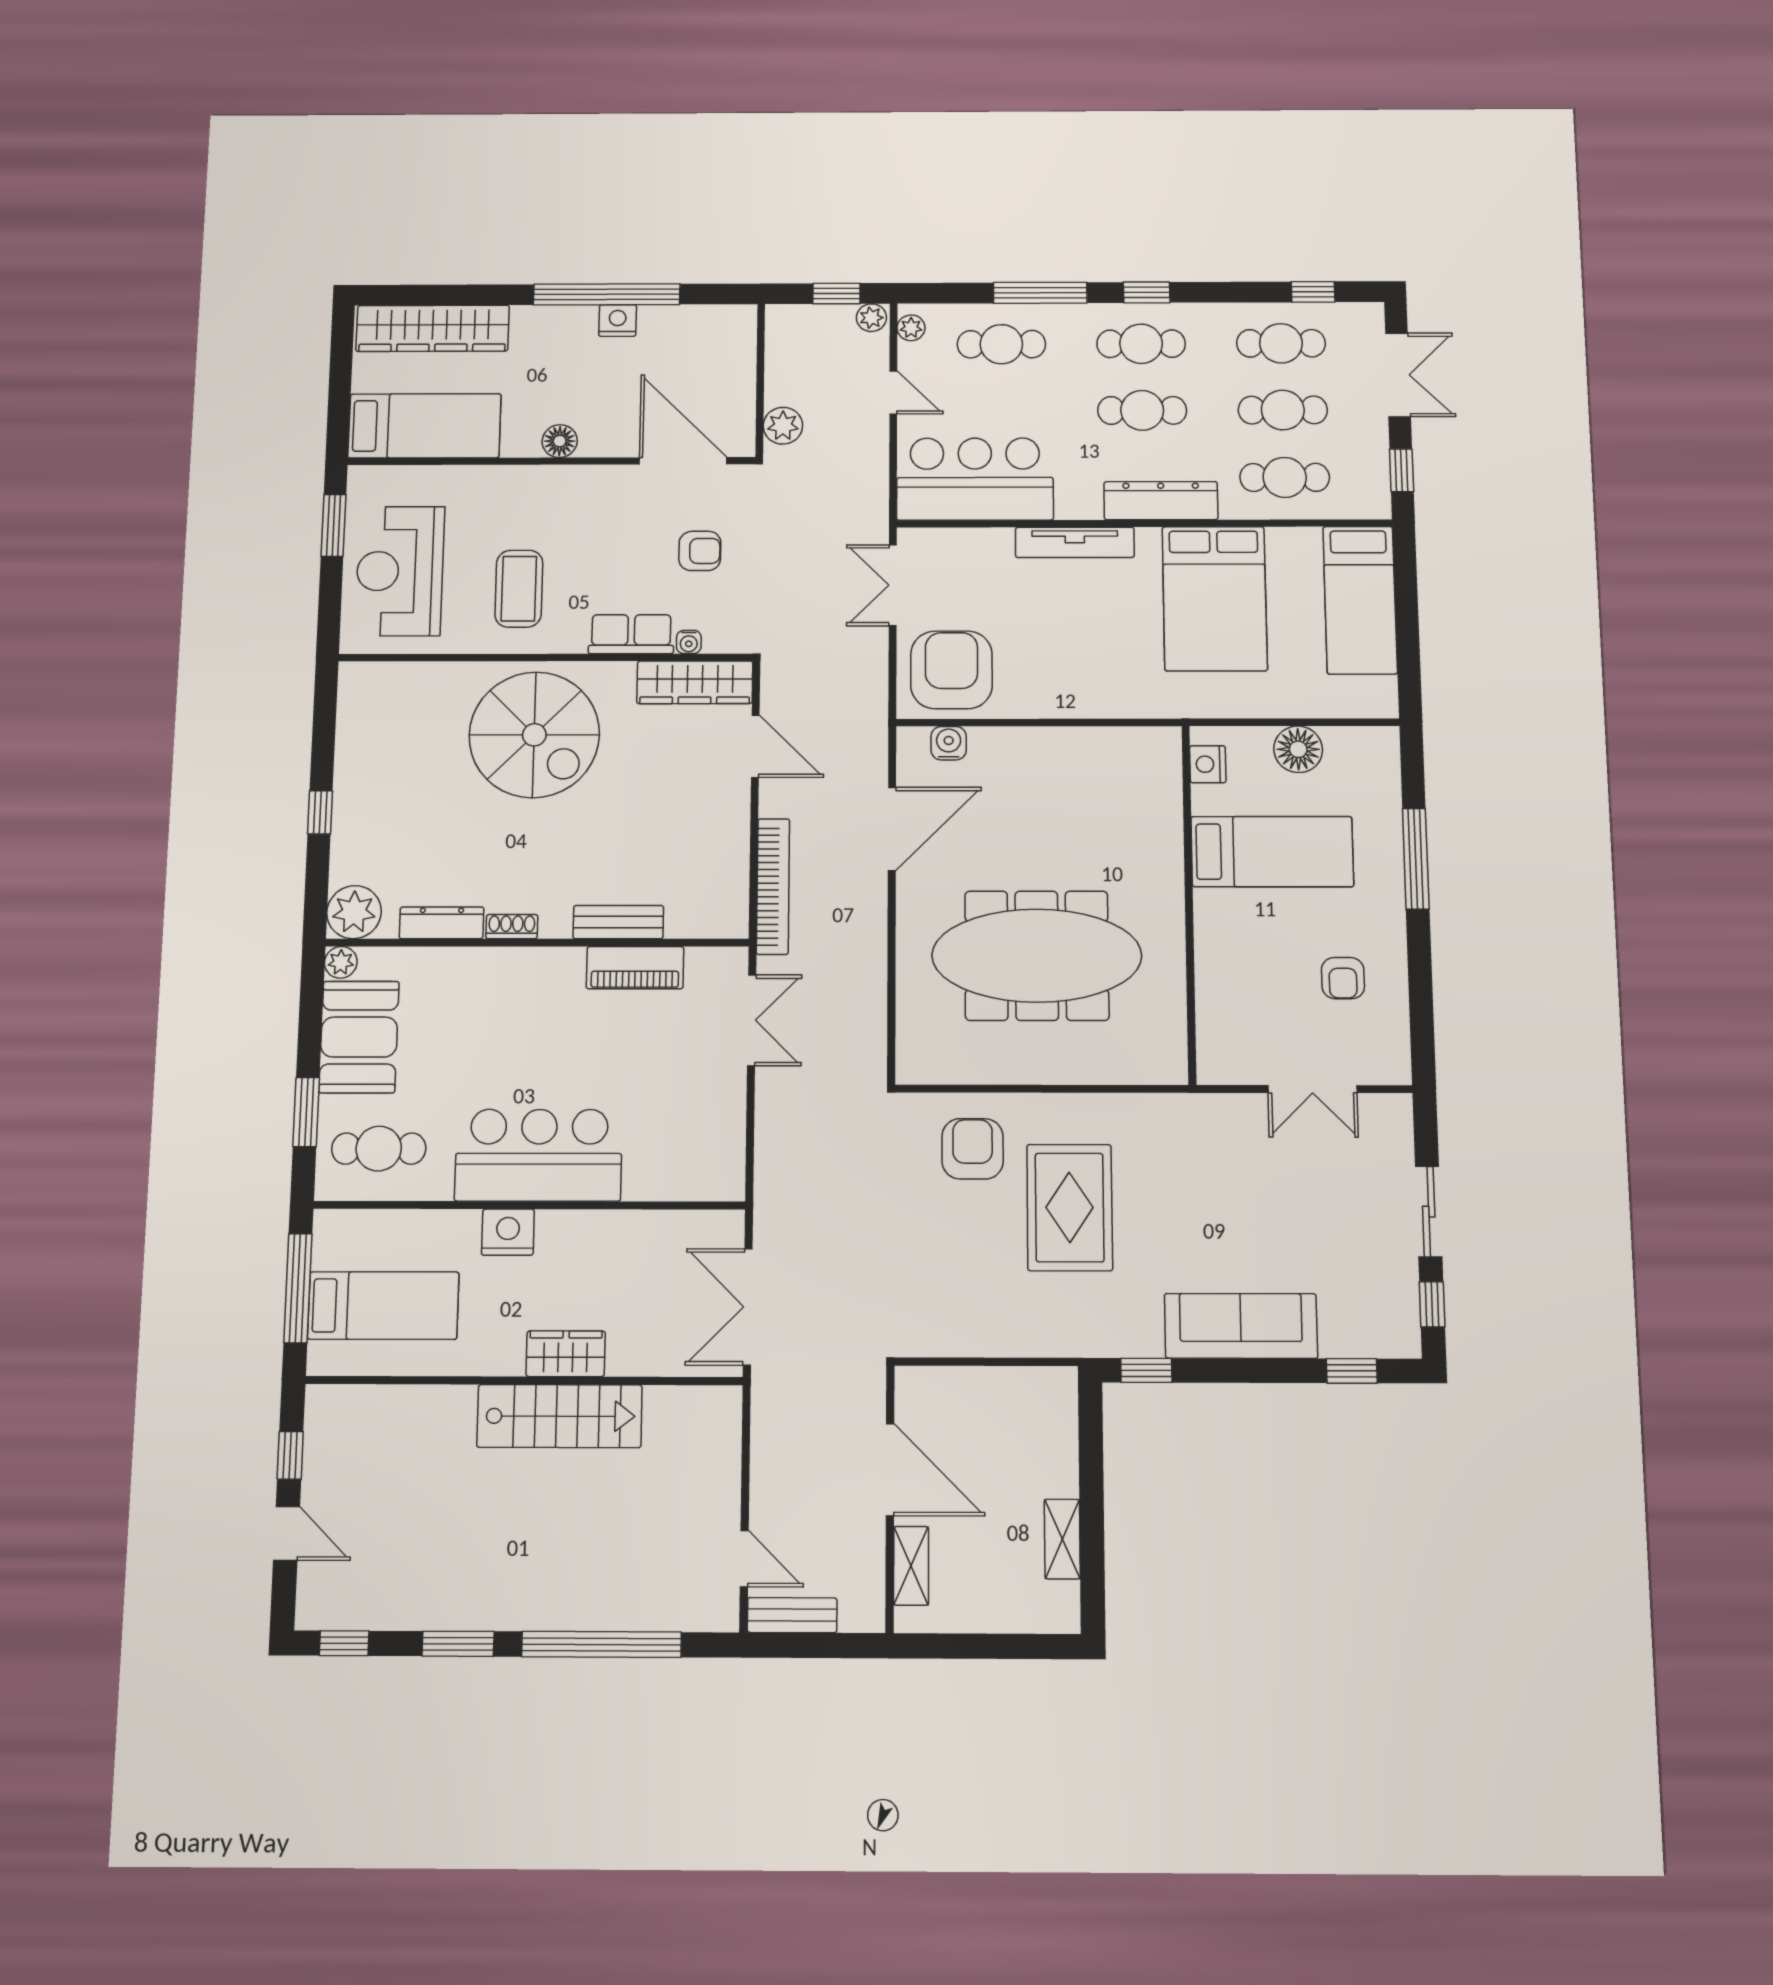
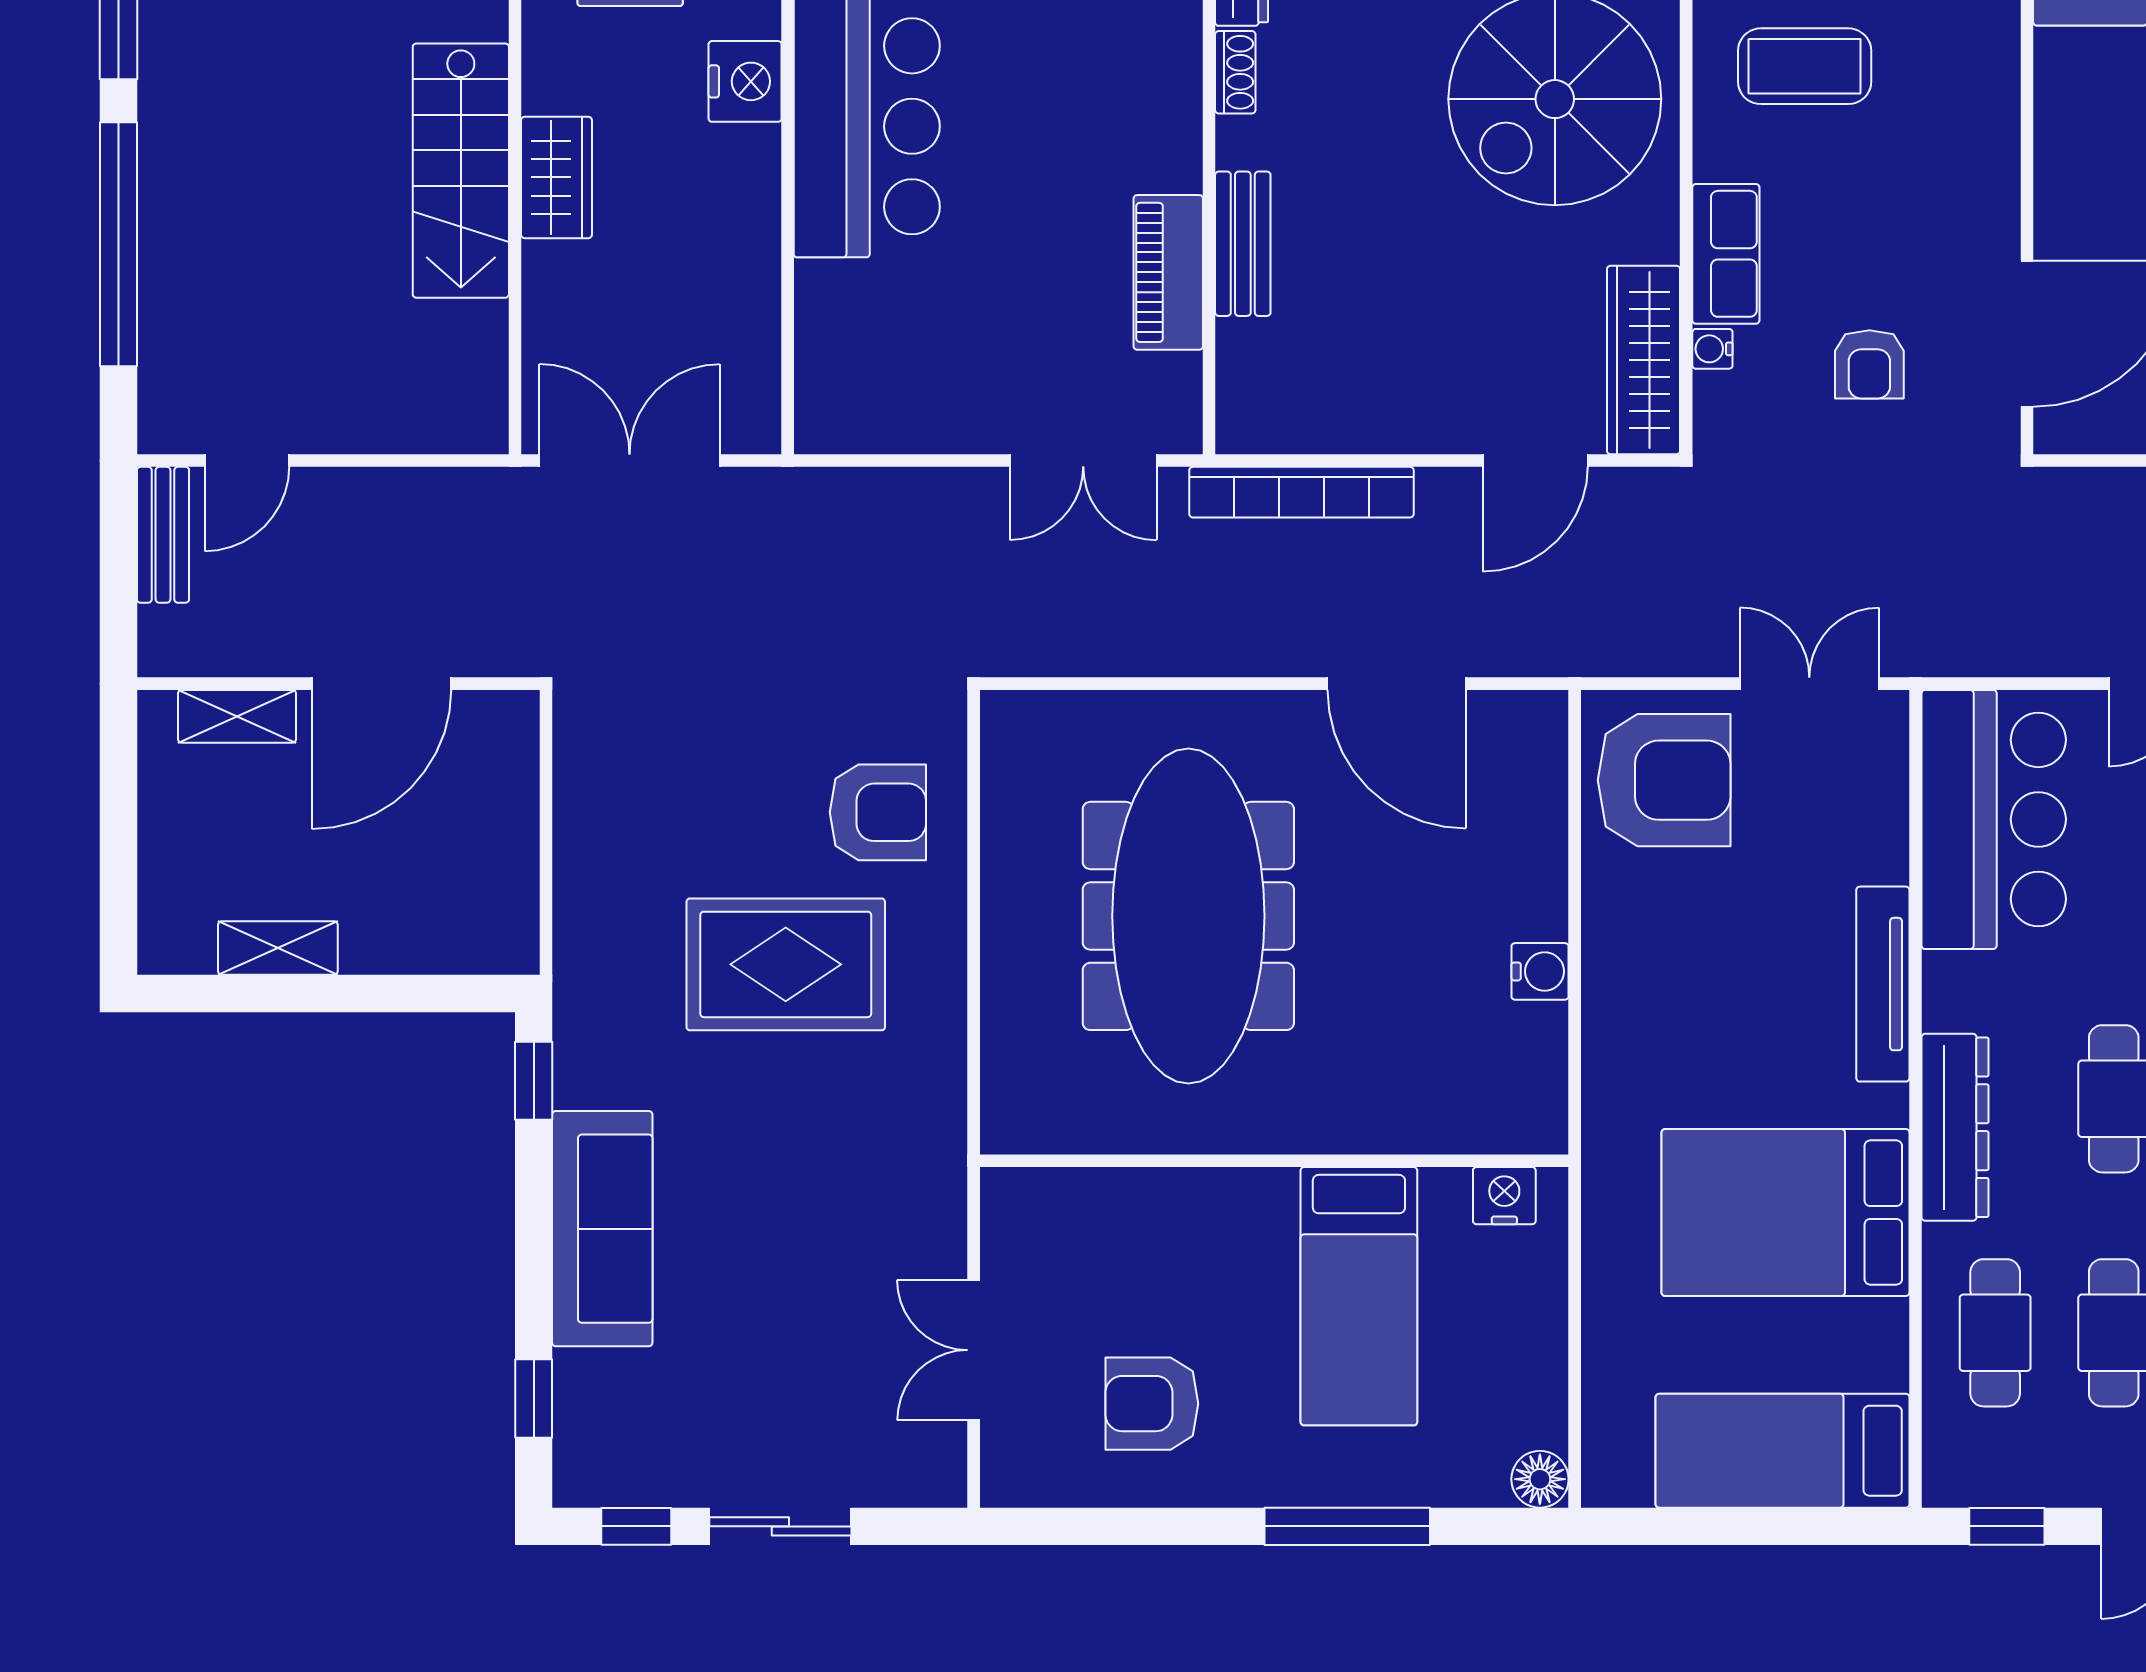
plant: (783, 426) -> (2088, 499), removed
floor lamp: (560, 441) -> (2062, 127), removed
water cooler: (949, 743) -> (1540, 971), moved
floor lamp: (1298, 749) -> (1540, 1479), moved, width x0.73, depth x0.73
armchair: (1343, 978) -> (1152, 1404), width x1.38, depth x1.38

